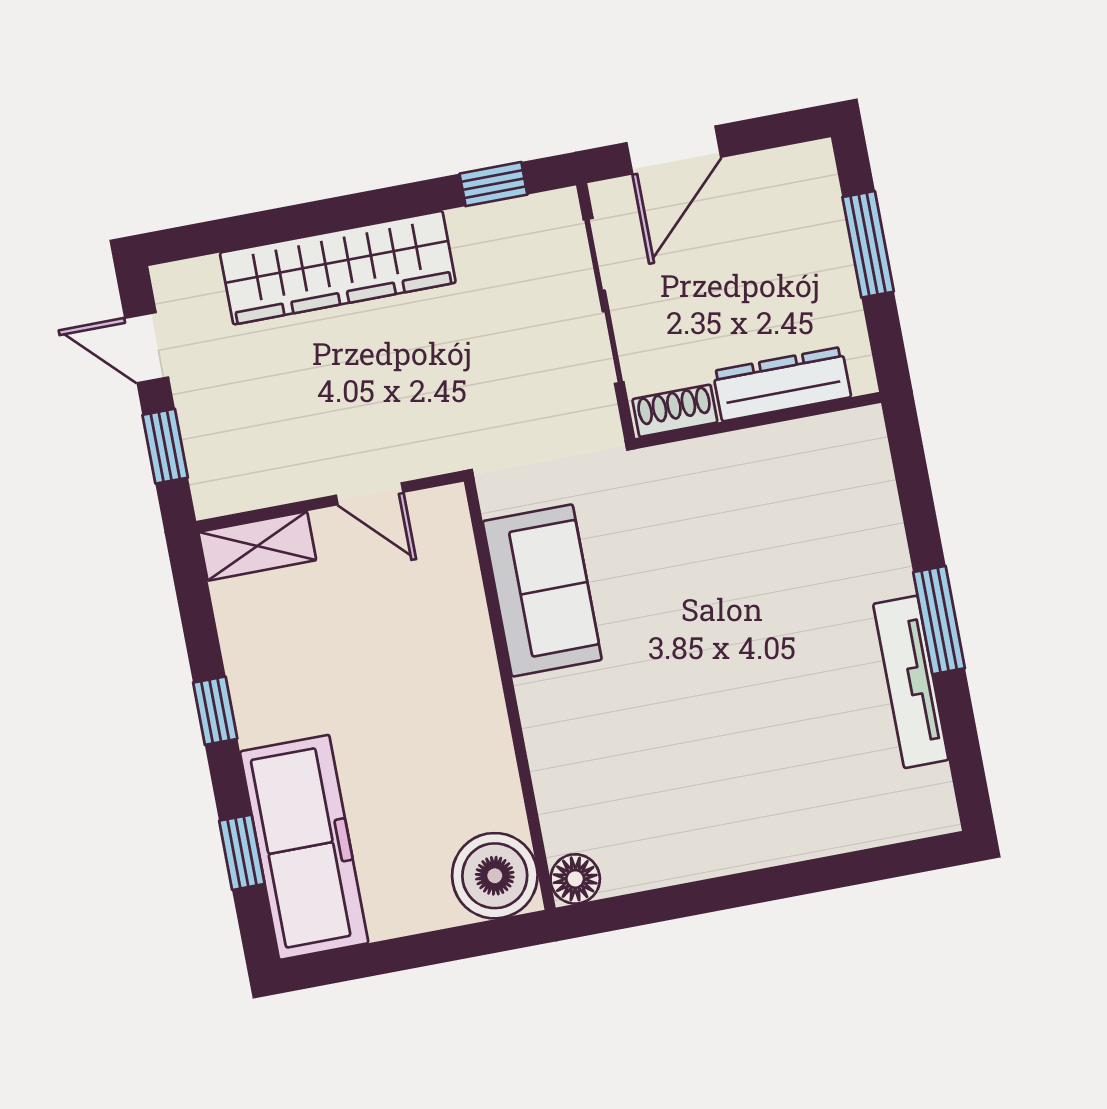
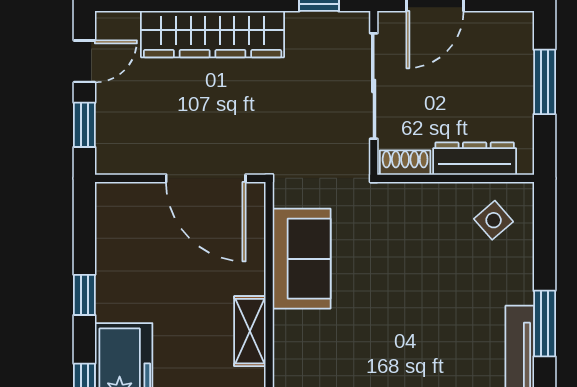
door: (147, 348) -> (84, 61), swing flipped
side table: (829, 474) -> (494, 220), added
door: (370, 494) -> (206, 178), width x1.88
shelving: (257, 546) -> (250, 331), moved, turned 90

